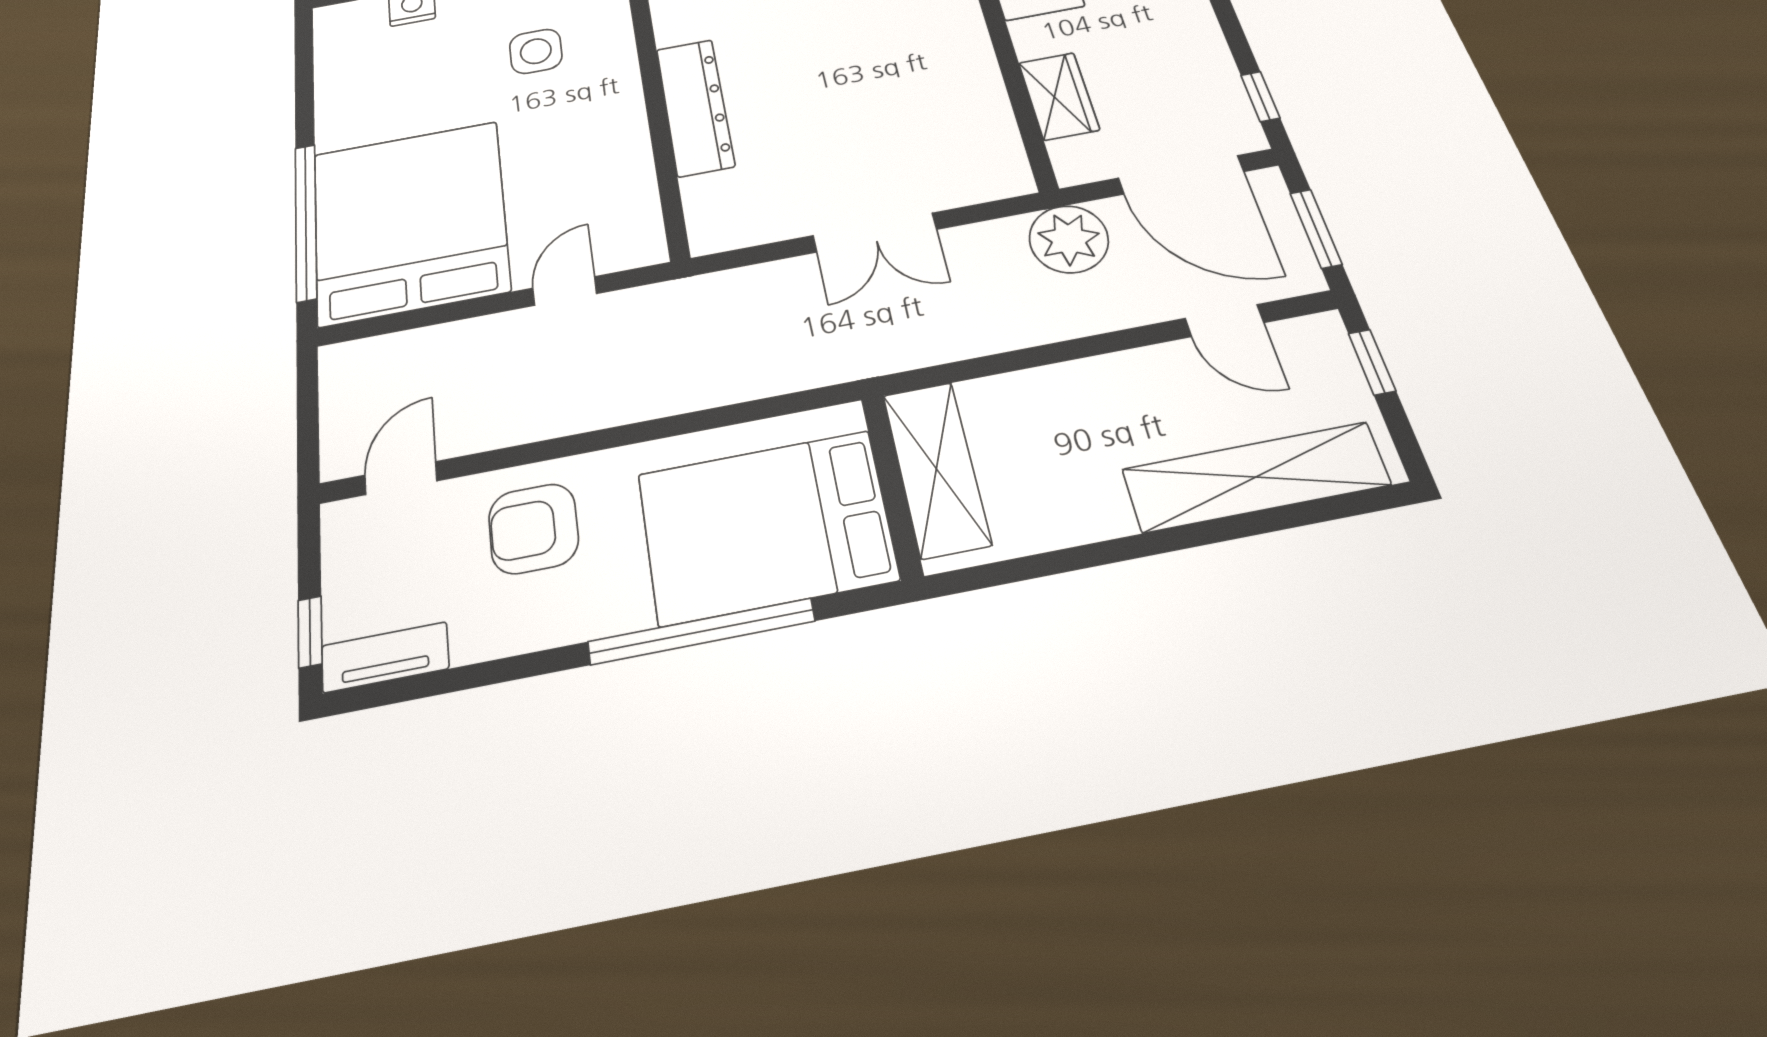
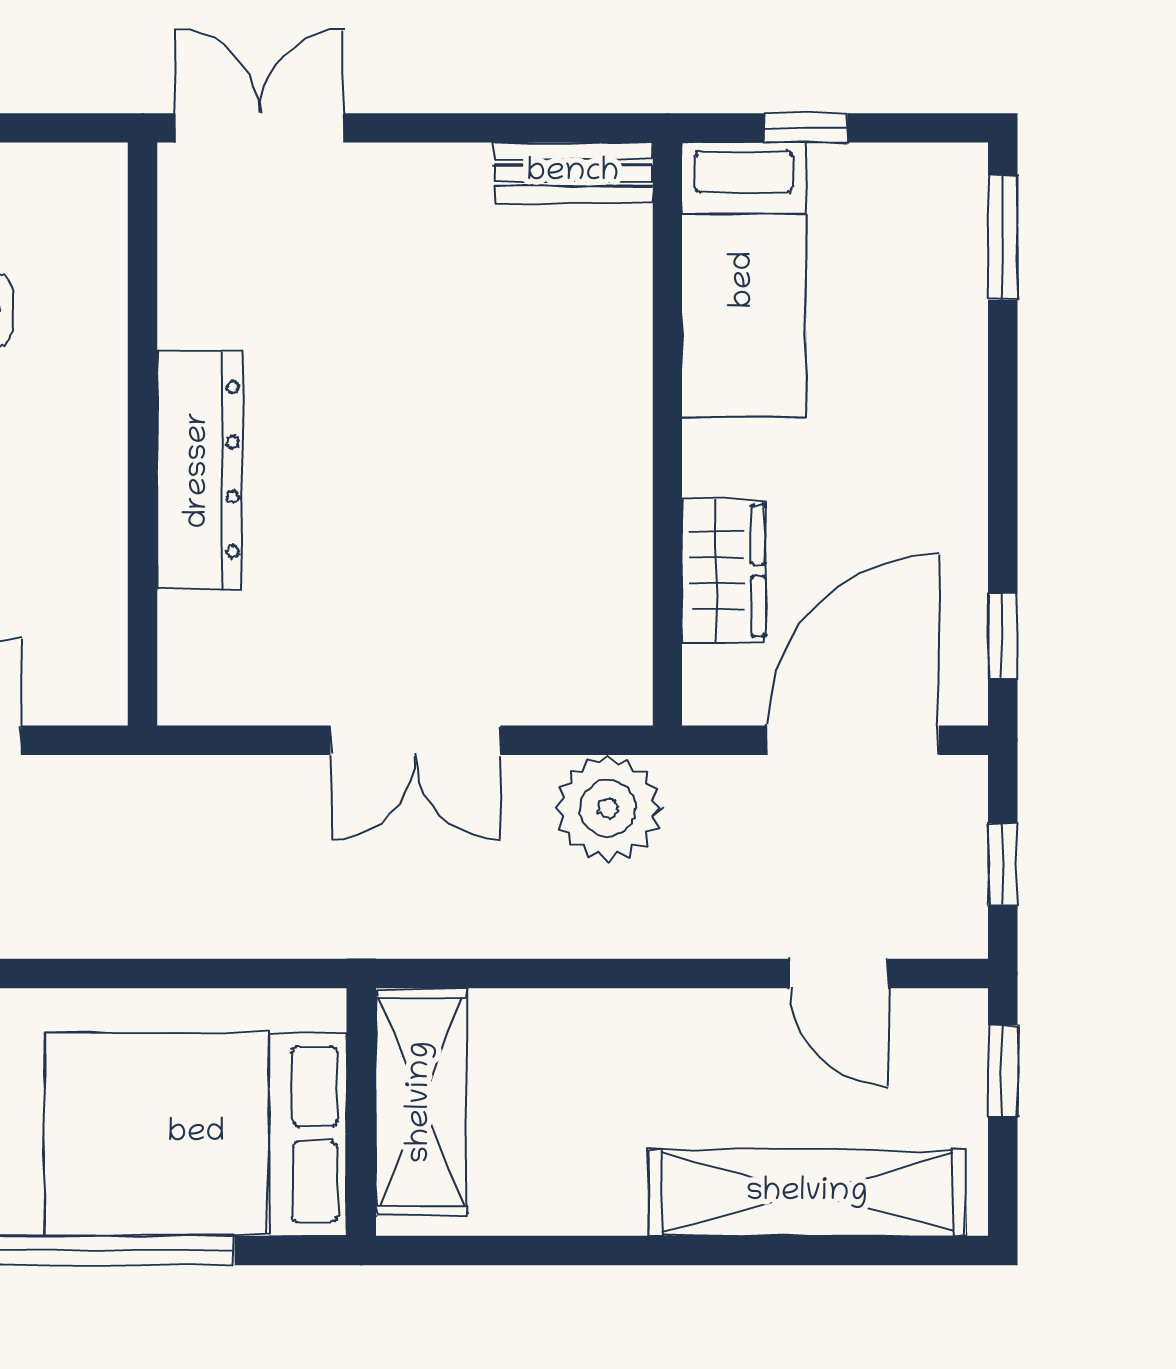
door: (1181, 175) -> (853, 740), swing flipped
window: (1316, 229) -> (1003, 864), width x0.67
plant: (1069, 239) -> (608, 808), moved

